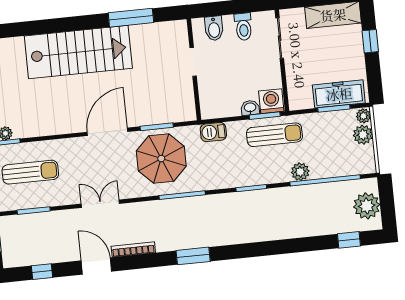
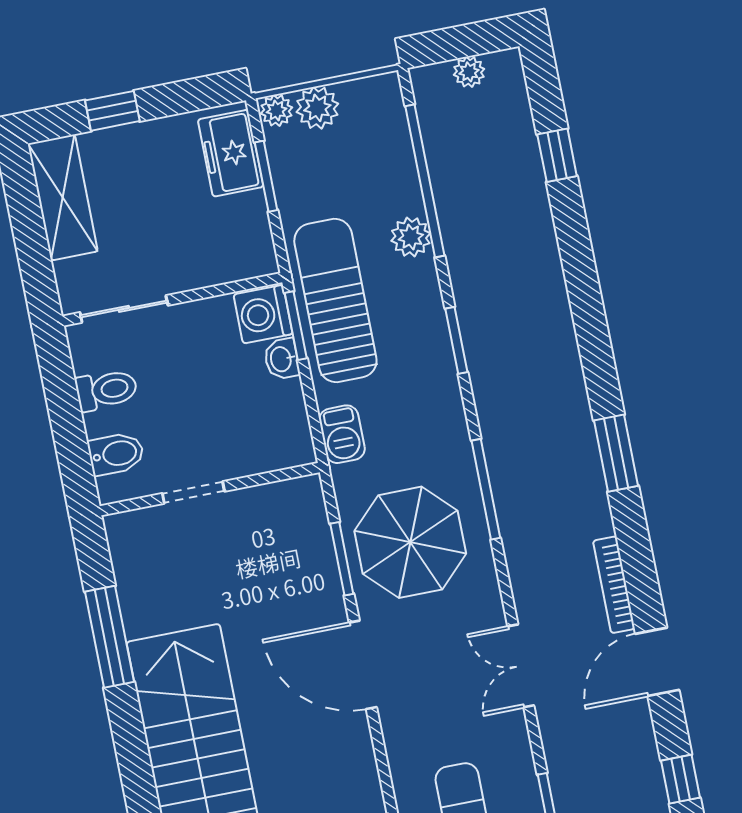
freezer: (339, 94) -> (231, 153), width x0.71
sun lounger: (274, 135) -> (335, 301), width x1.36, depth x1.34
plant: (367, 206) -> (469, 72), width x0.53, depth x0.53
window: (349, 240) -> (557, 155), moved

